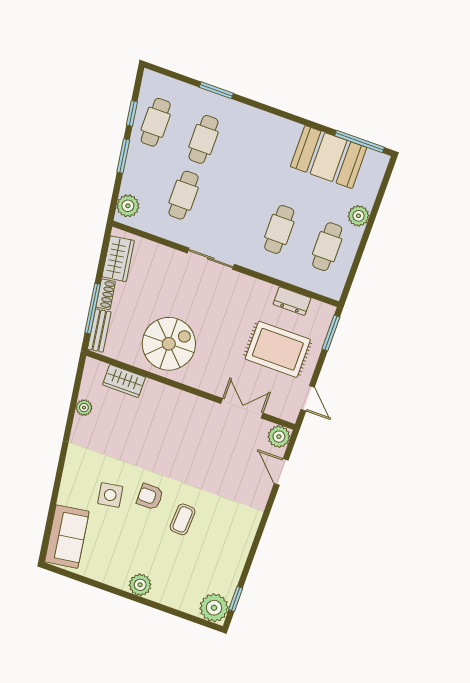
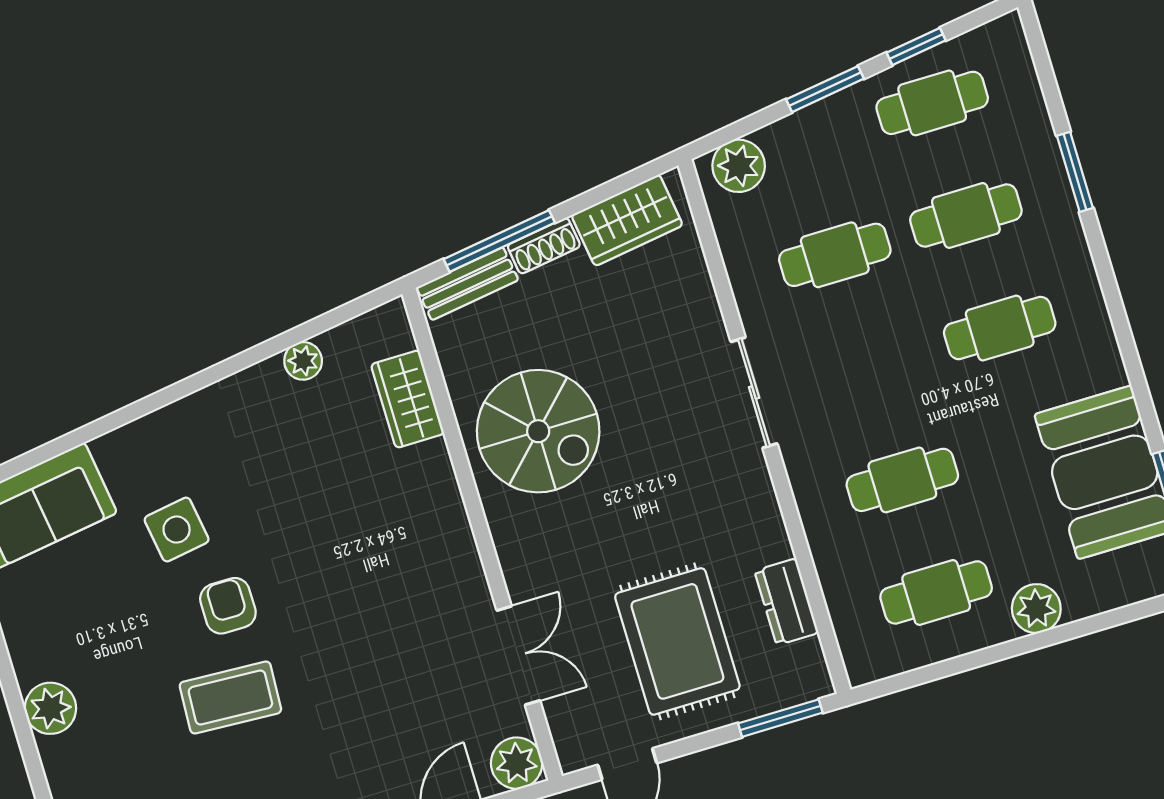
cafe table: (251, 157) -> (1000, 328), added
coffee table: (183, 519) -> (230, 698), width x1.36, depth x1.30

